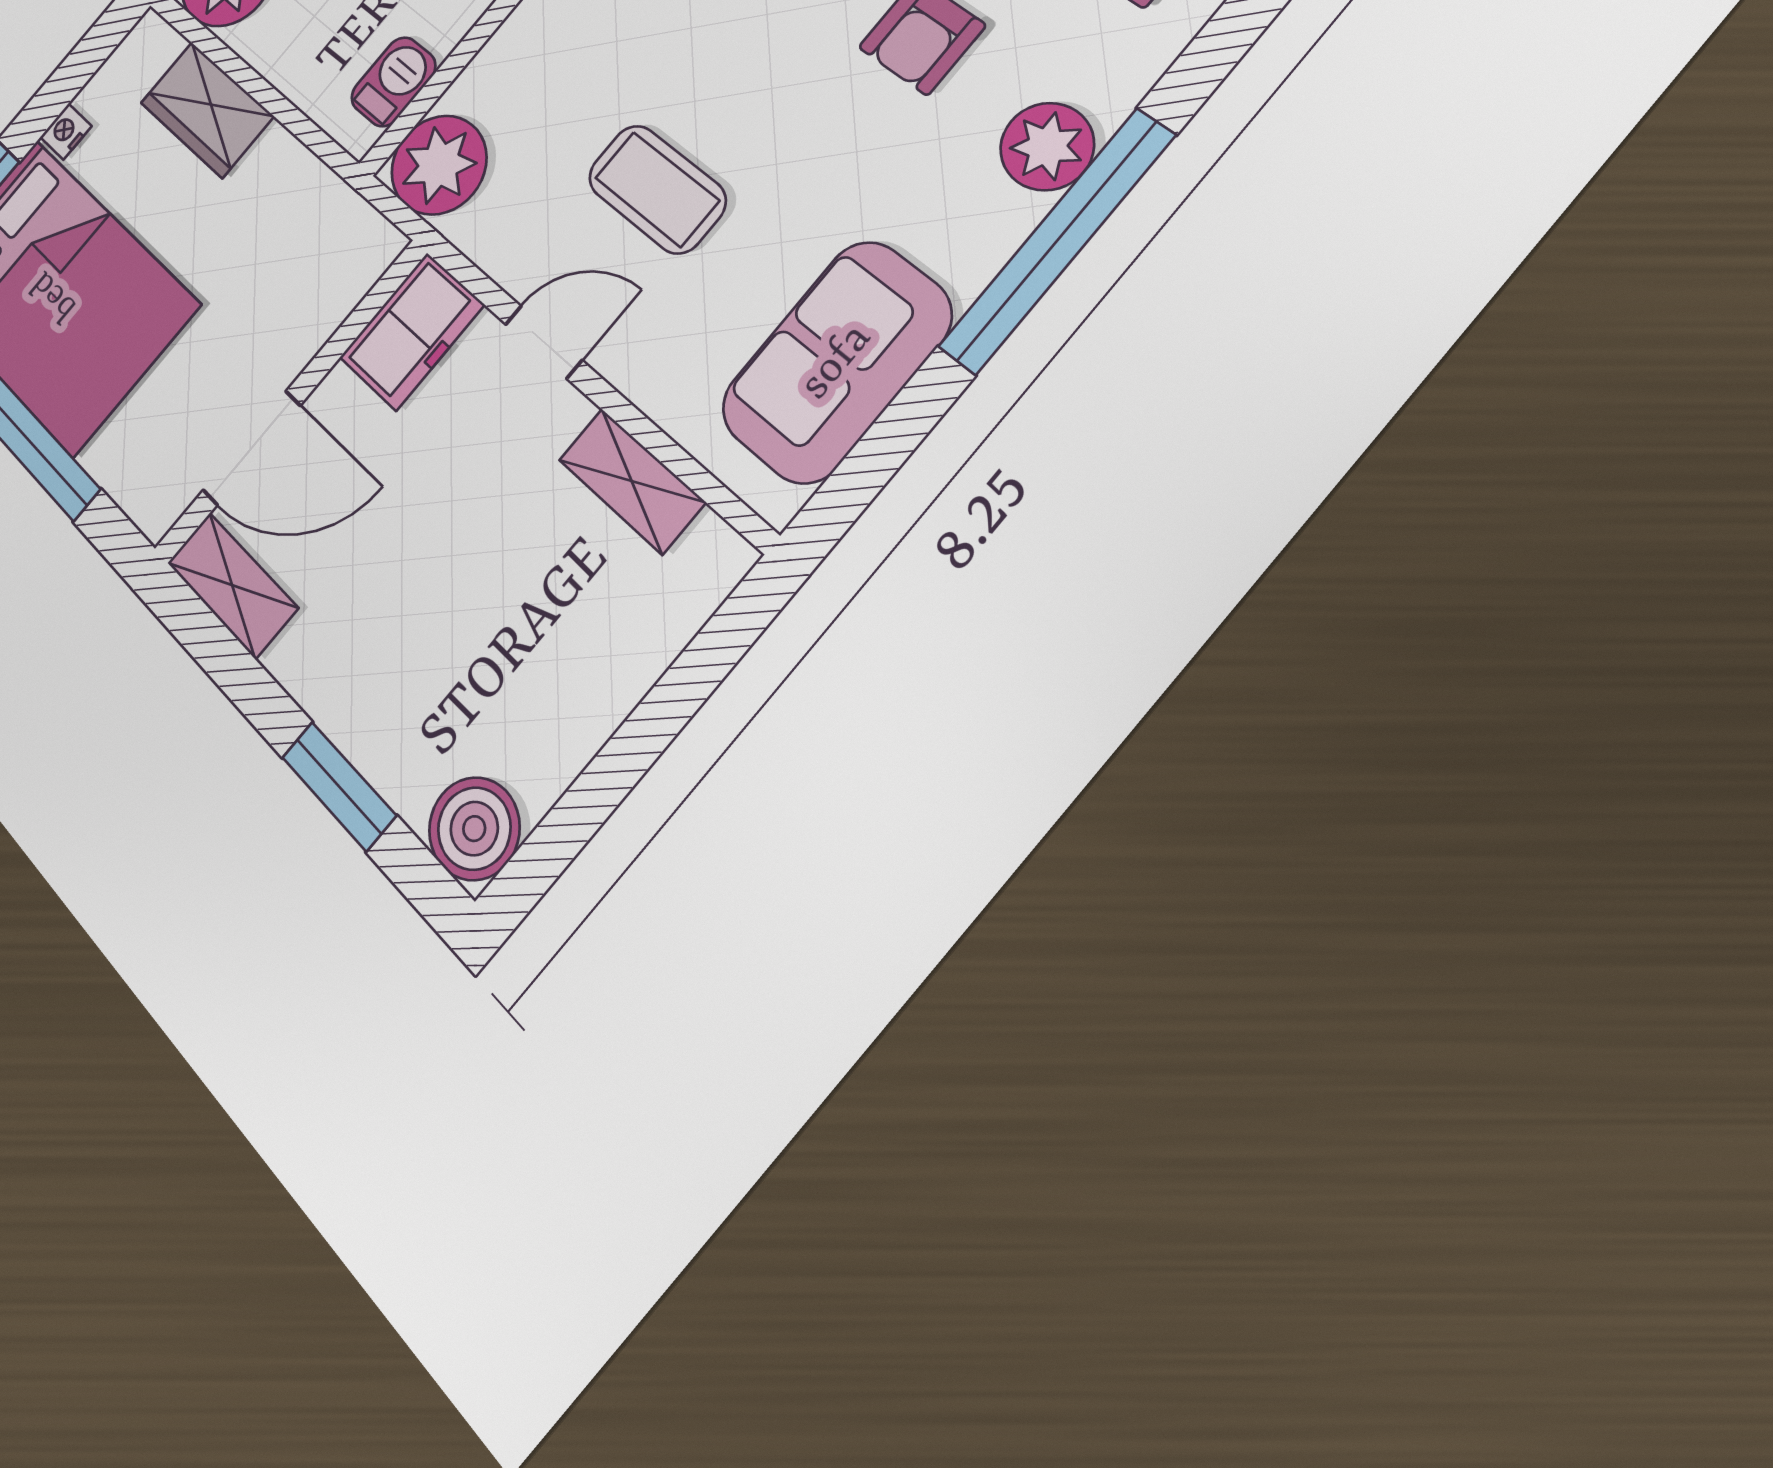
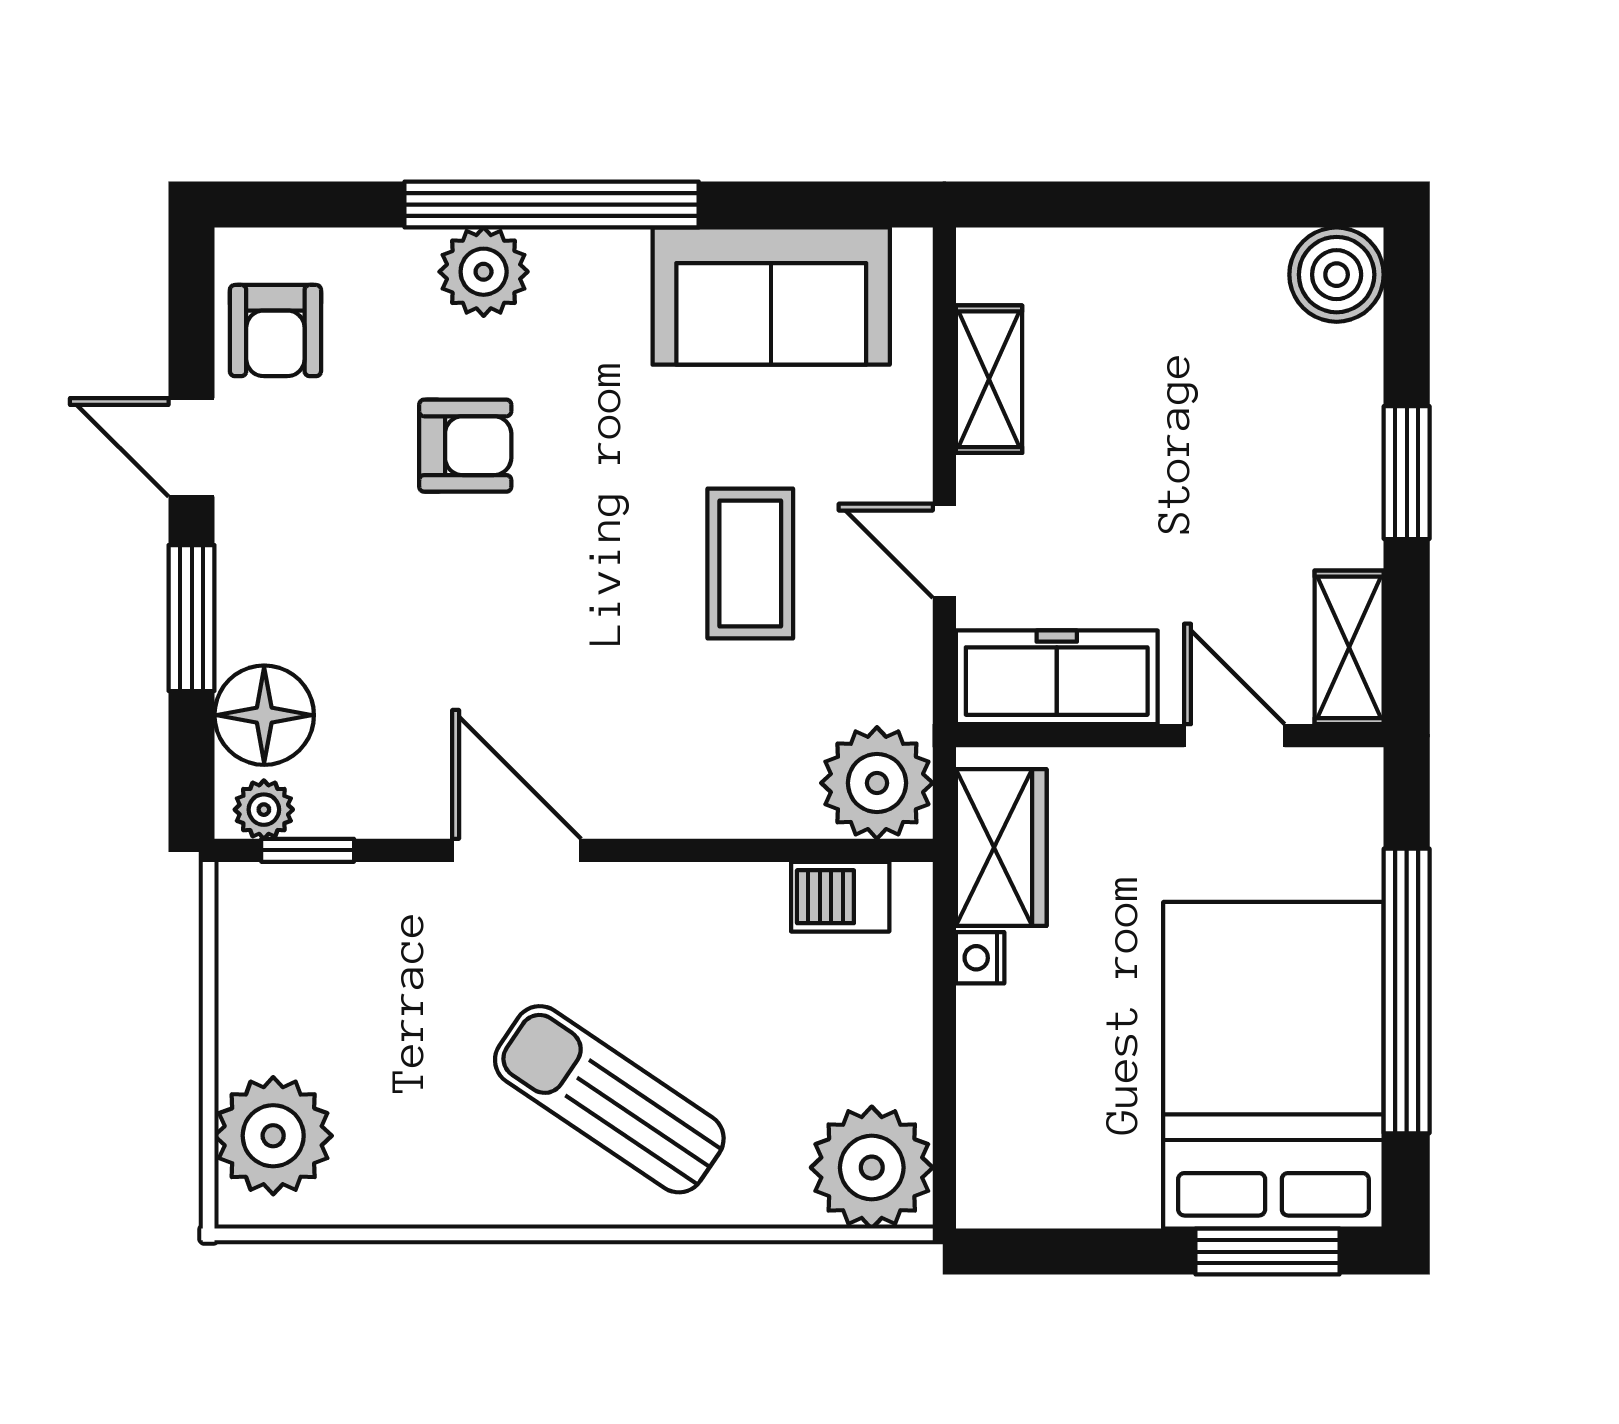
wardrobe: (207, 109) -> (1001, 848), moved
nightstand: (66, 132) -> (980, 958), moved, turned 90
freezer: (412, 331) -> (1057, 677), width x1.40
door: (252, 448) -> (1234, 736), width x0.73
window: (339, 786) -> (1407, 473), moved

